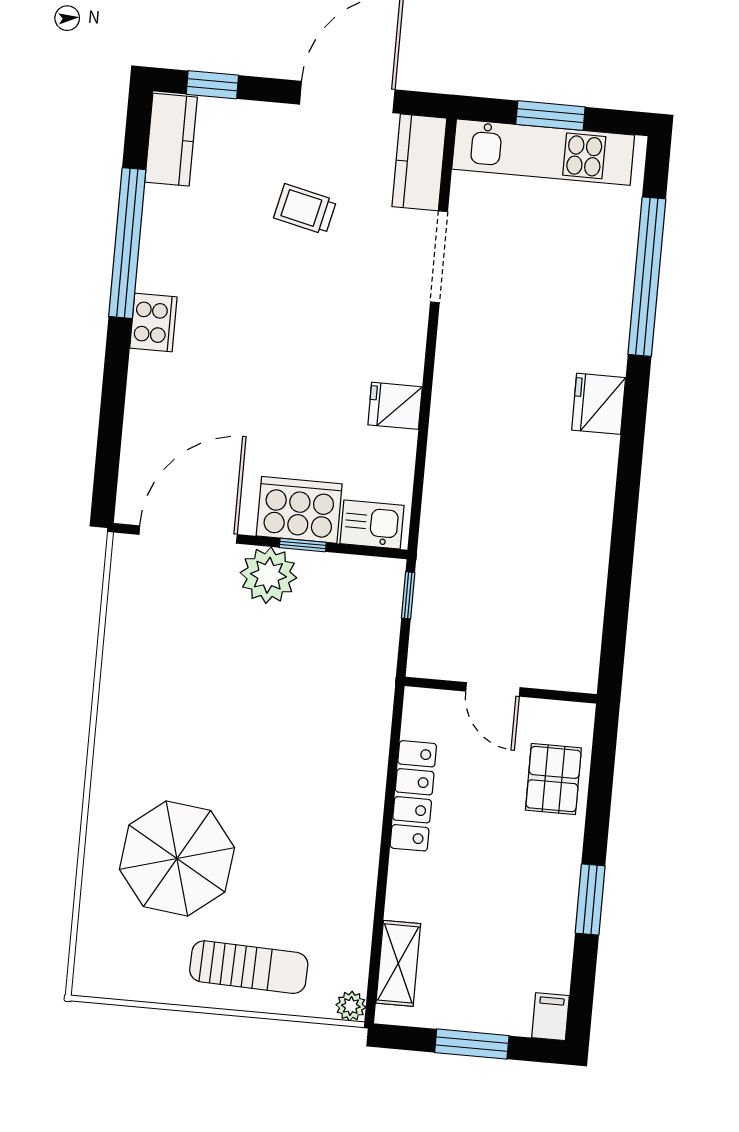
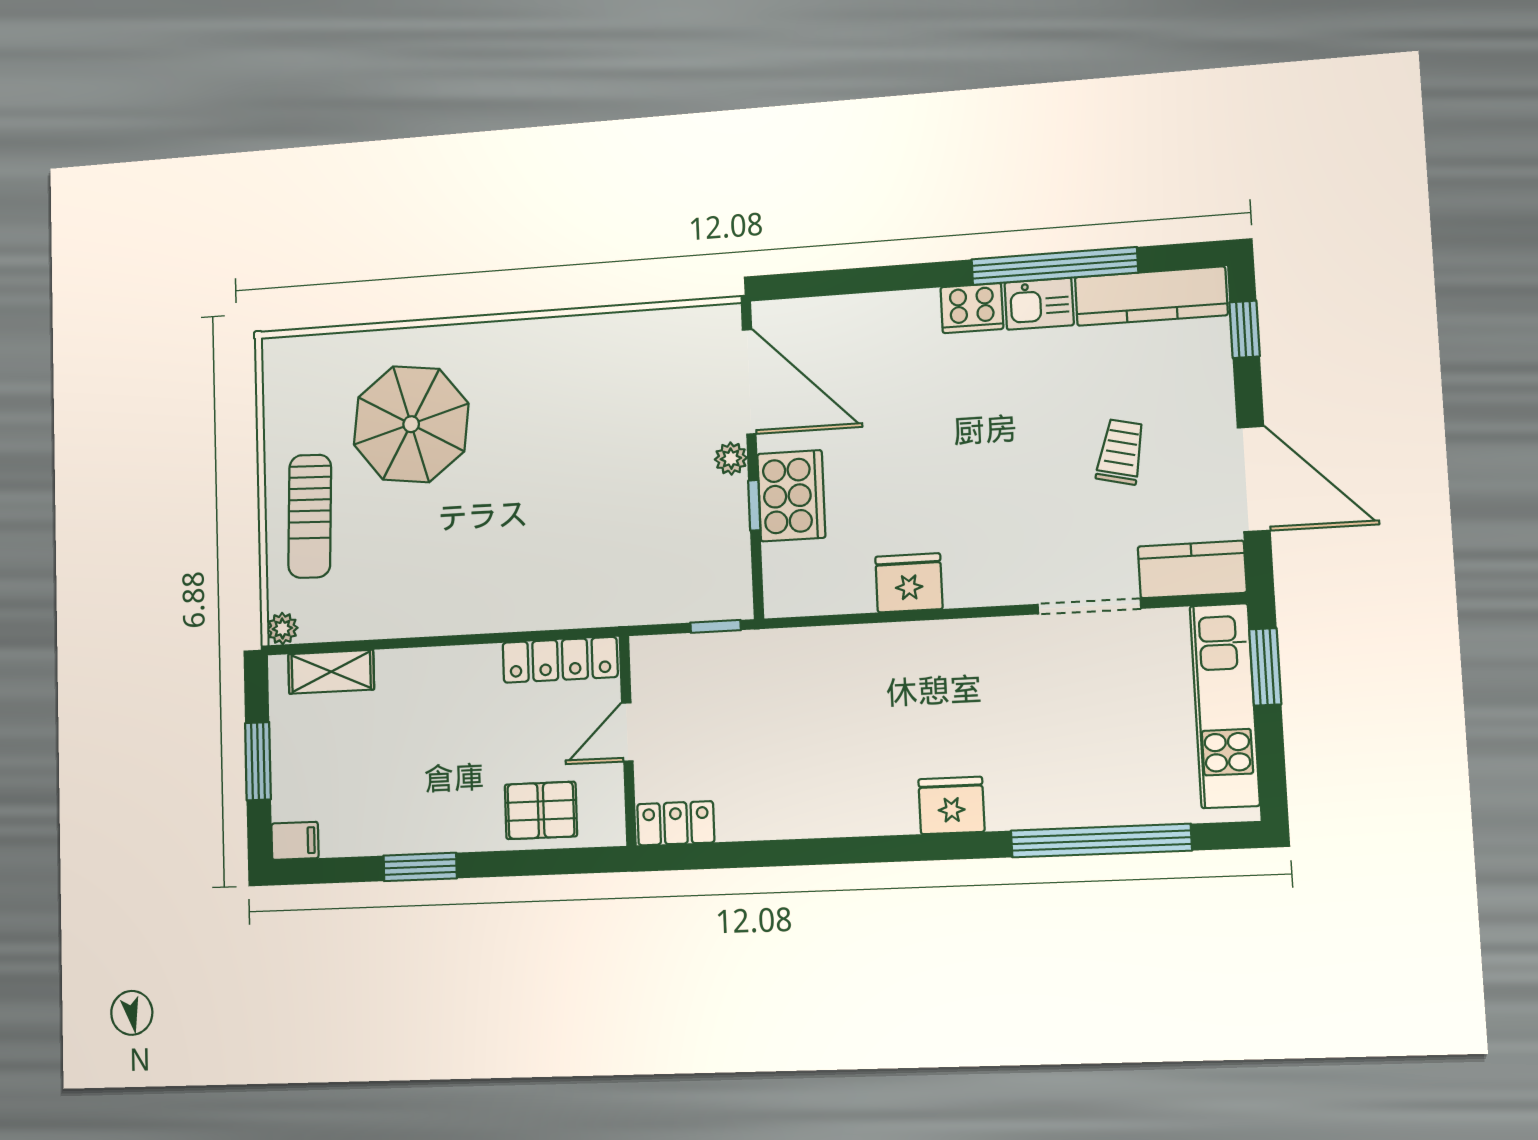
window: (550, 116) -> (1265, 667), moved
kitchen counter: (171, 140) -> (1151, 296), width x1.50
fridge: (395, 406) -> (909, 583), width x1.38
kitchen sink: (372, 524) -> (1039, 304), moved, turned 90
plant: (268, 575) -> (731, 459), width x0.53, depth x0.53
locker: (582, 655) -> (676, 823), added
locker: (413, 796) -> (560, 660), moved

